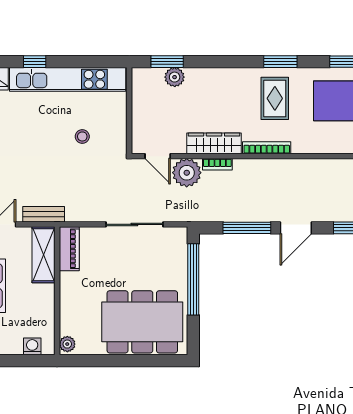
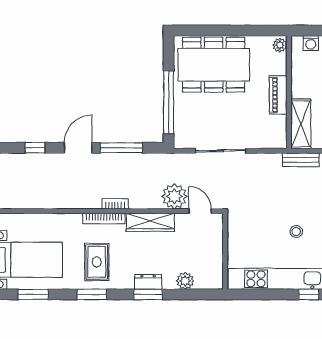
window: (167, 62) -> (148, 294), moved
dresser: (217, 76) -> (148, 282), added
stool: (82, 136) -> (296, 231), moved
bookcase: (217, 164) -> (115, 204), moved
piano: (69, 249) -> (278, 95), moved

